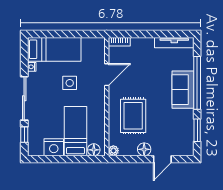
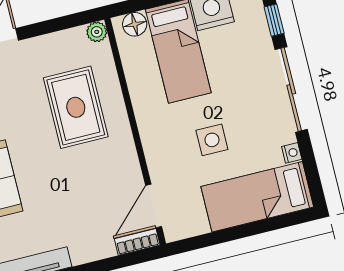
door: (107, 75) -> (154, 206), moved
floor lamp: (144, 149) -> (39, 49), removed

